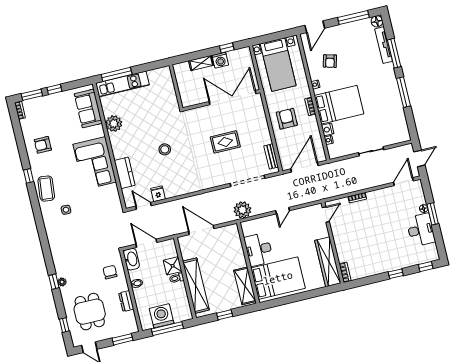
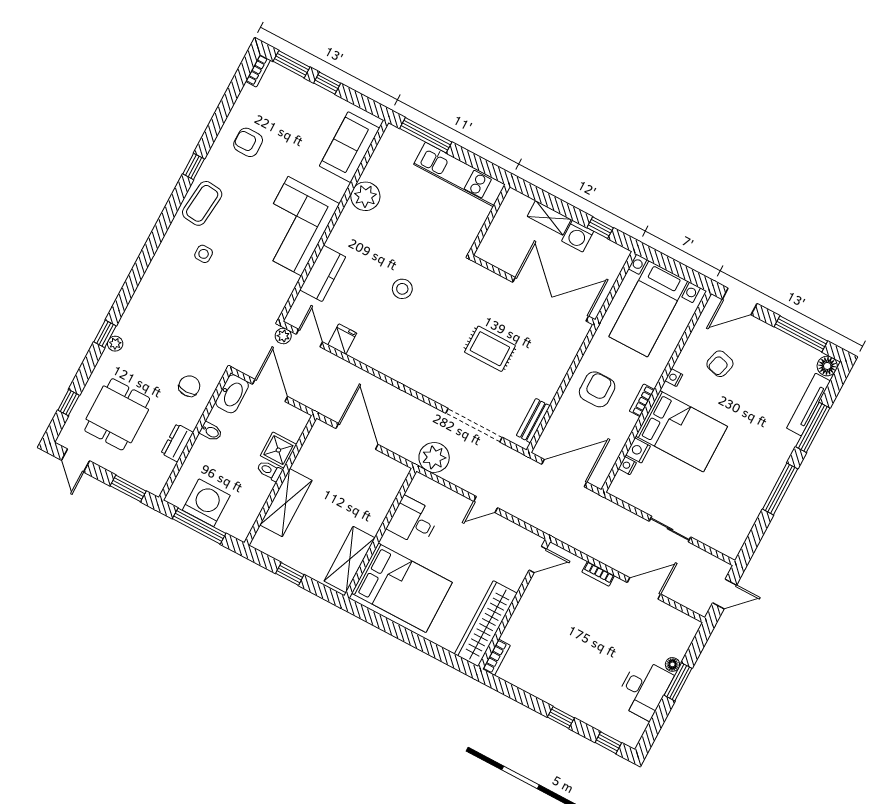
kitchen unit: (122, 84) -> (459, 174), moved
door: (403, 182) -> (644, 588), moved
plant: (131, 215) -> (283, 336), added
desk: (259, 249) -> (413, 521), width x0.73
shelving: (196, 286) -> (286, 503), width x0.68

